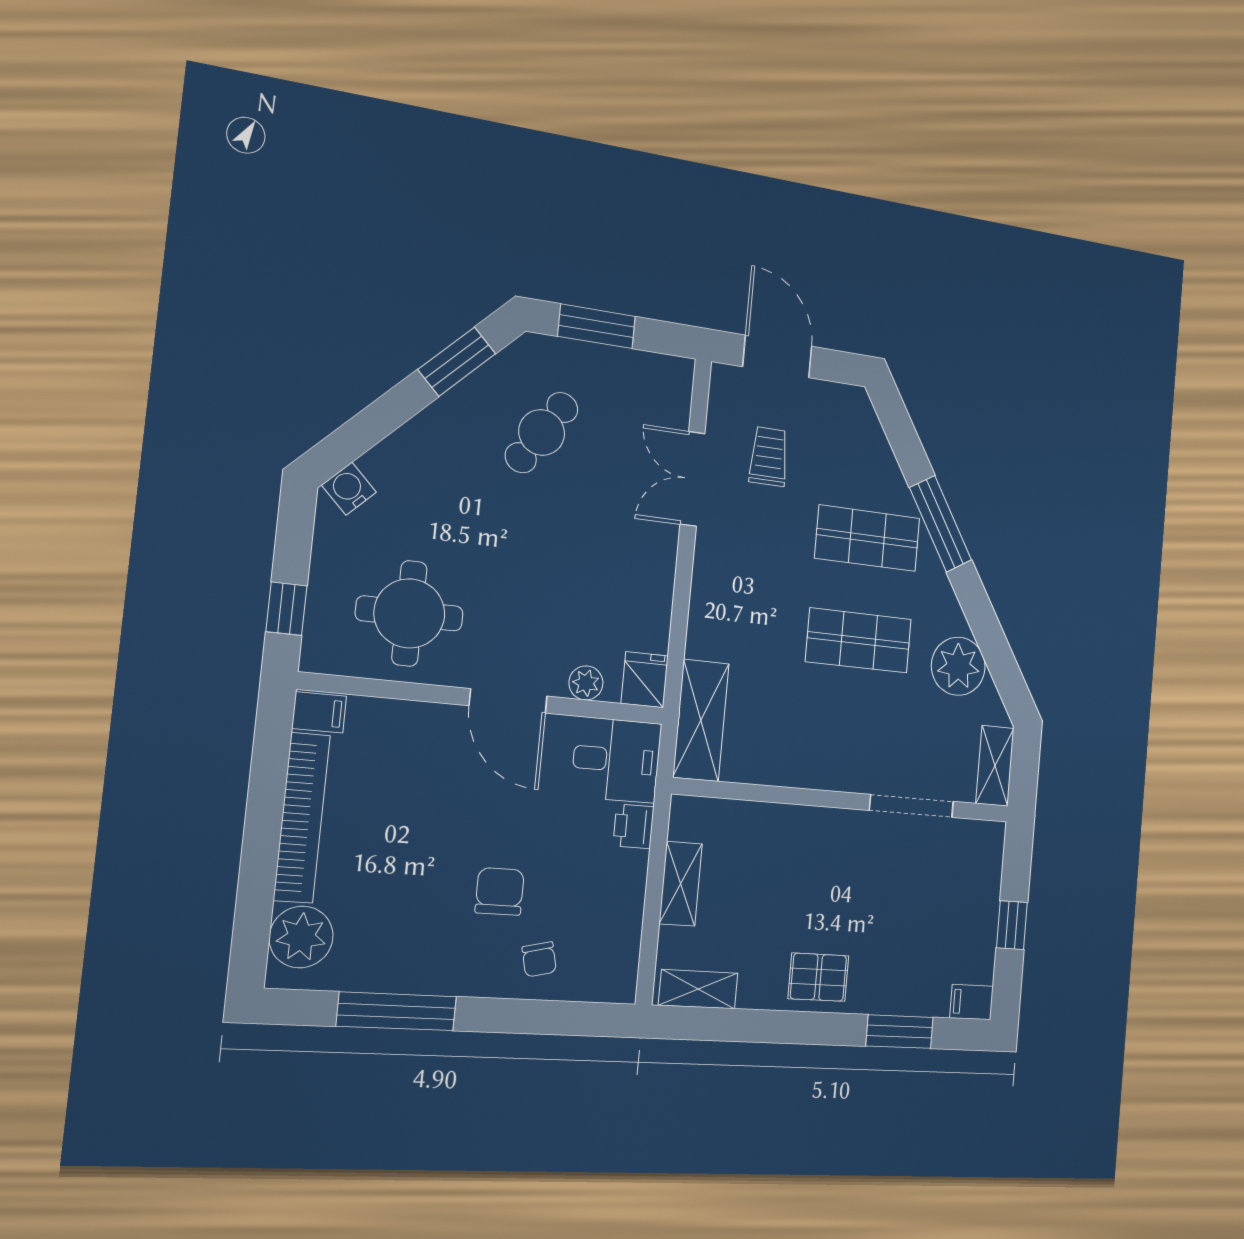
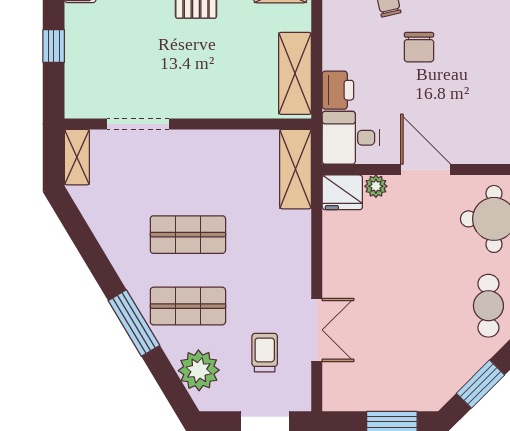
cafe table: (542, 432) -> (488, 306), moved, turned -33
trolley: (769, 456) -> (265, 353), turned 180
plant: (958, 666) -> (199, 370), moved
fridge: (645, 680) -> (342, 192), width x1.38
printer: (634, 826) -> (338, 90), width x1.36, depth x1.24
shelving: (681, 884) -> (295, 73), width x1.50, depth x1.33

